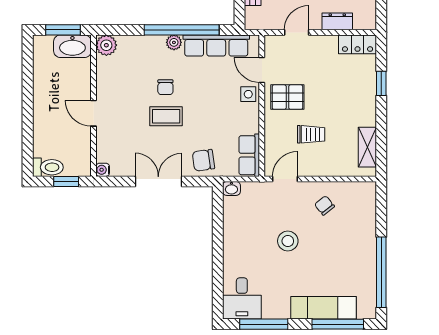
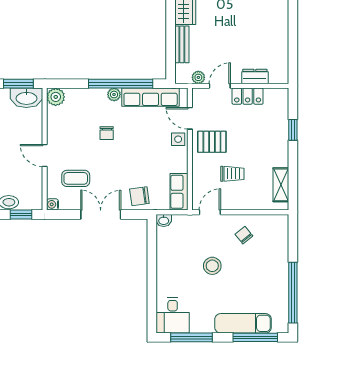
plant: (272, 23) -> (198, 77), added
locker: (358, 44) -> (248, 96), moved
coffee table: (166, 116) -> (76, 178), moved

